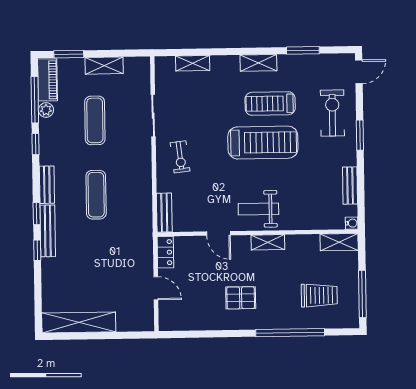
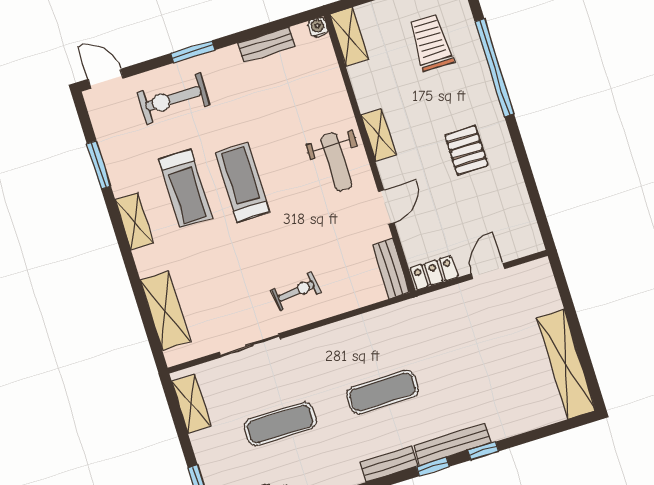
shelving: (193, 63) -> (165, 311), width x1.50, depth x1.33
shelving: (104, 66) -> (191, 404), moved
treadmill: (263, 143) -> (243, 183), width x0.73, depth x0.73
bench: (164, 213) -> (391, 269), moved, turned 90

